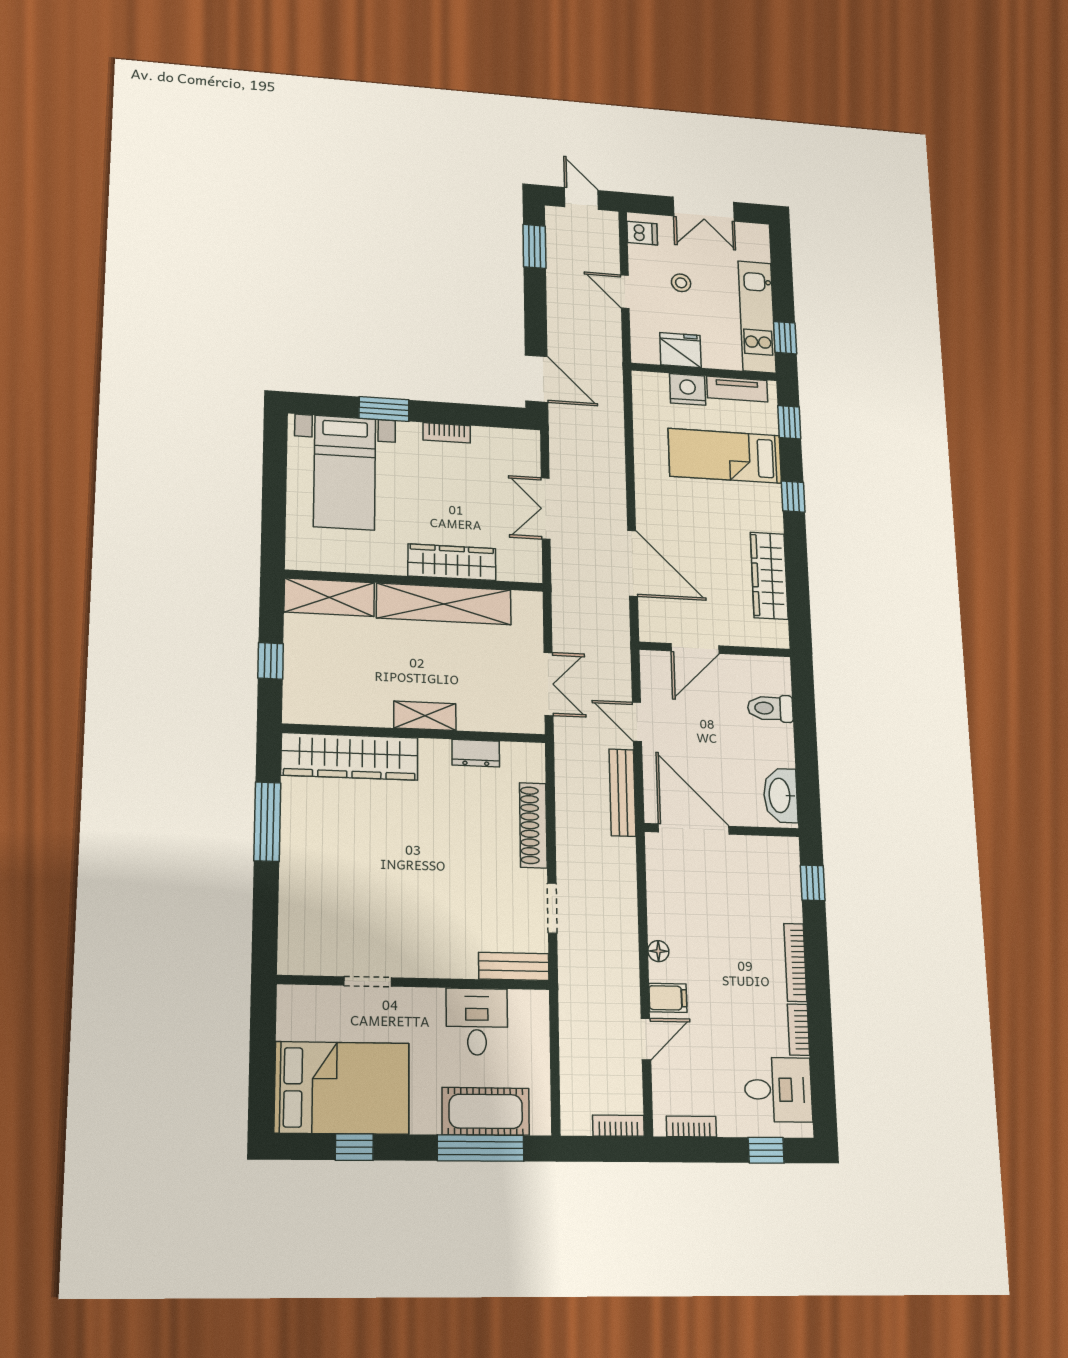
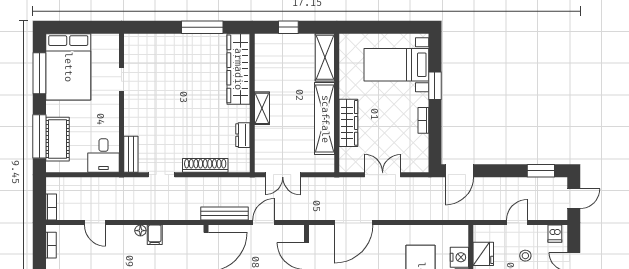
filing cabinet: (668, 998) -> (155, 235), moved
desk: (477, 1022) -> (103, 155), moved, turned 90
window: (354, 1147) -> (39, 73), width x2.17

